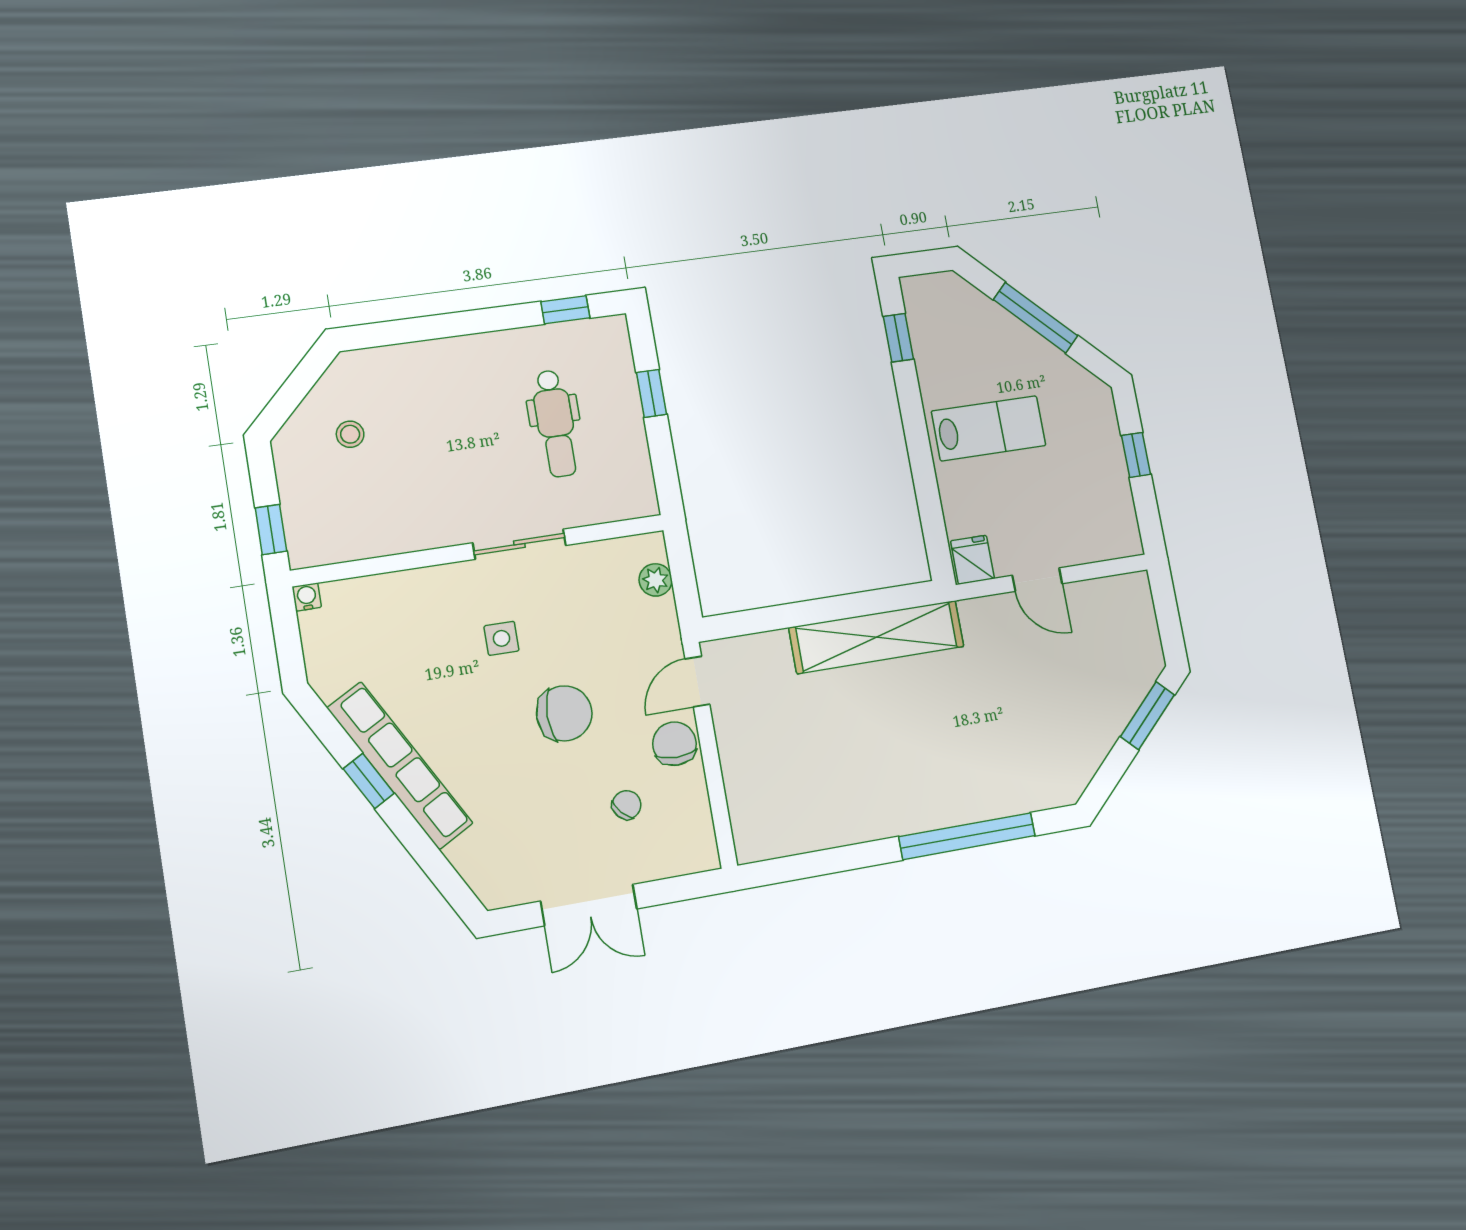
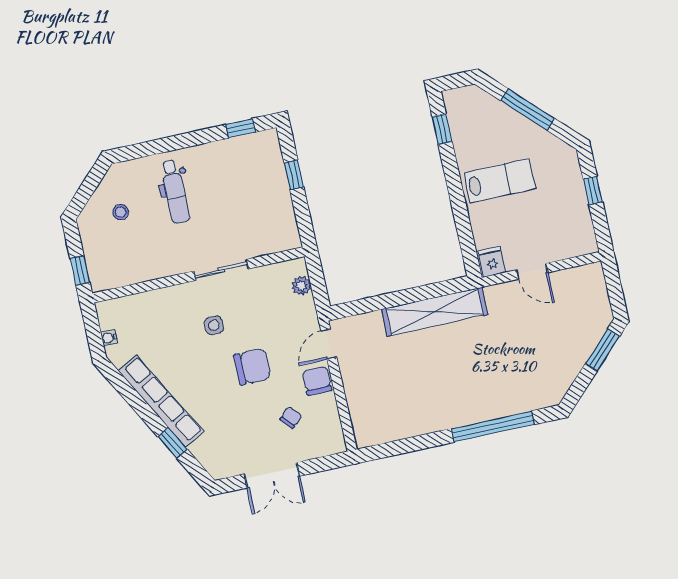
dental chair: (555, 423) -> (175, 192), moved
water cooler: (307, 597) -> (109, 338), moved, turned -90
window: (369, 781) -> (172, 443), moved

